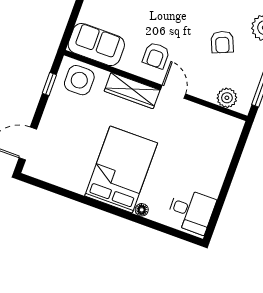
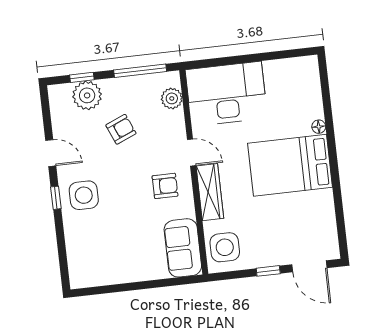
window: (49, 84) -> (268, 271), moved
door: (173, 92) -> (192, 152), swing flipped
desk: (191, 211) -> (226, 94), moved, width x1.87, depth x1.30

